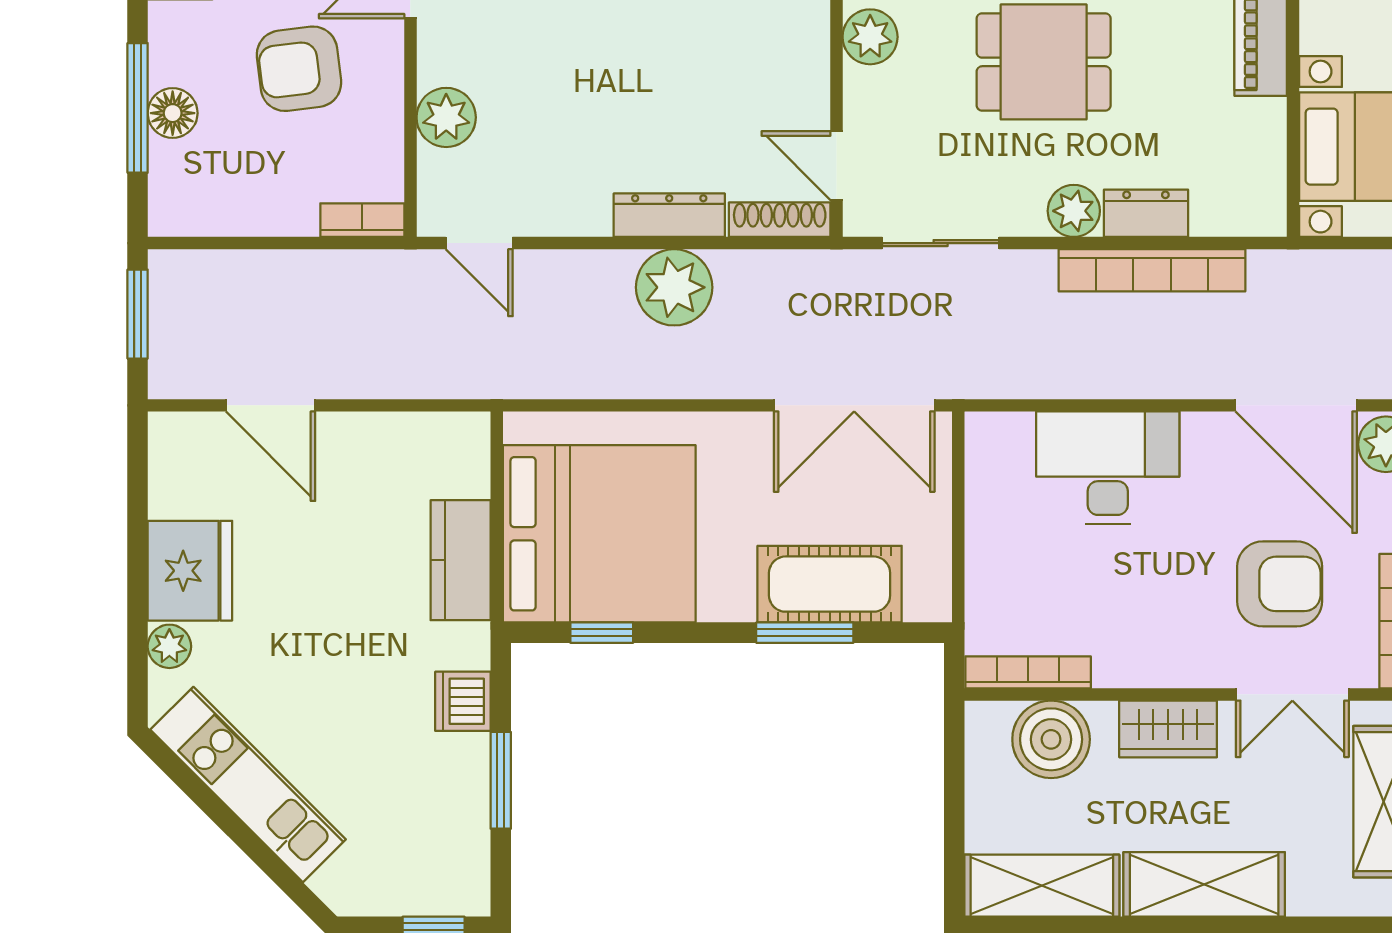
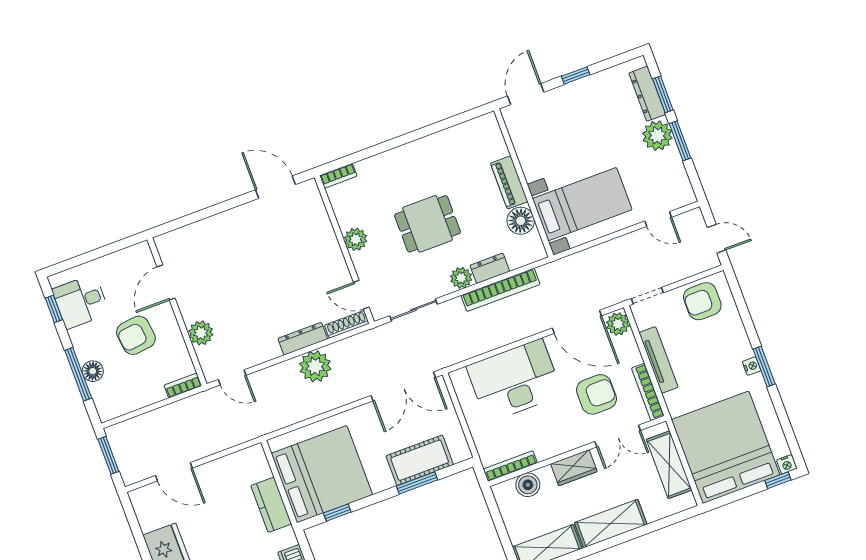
floor lamp: (1254, 133) -> (521, 221), added
desk: (1108, 468) -> (514, 380), width x1.36, depth x1.30
boiler: (1051, 739) -> (528, 485), width x0.73, depth x0.73

